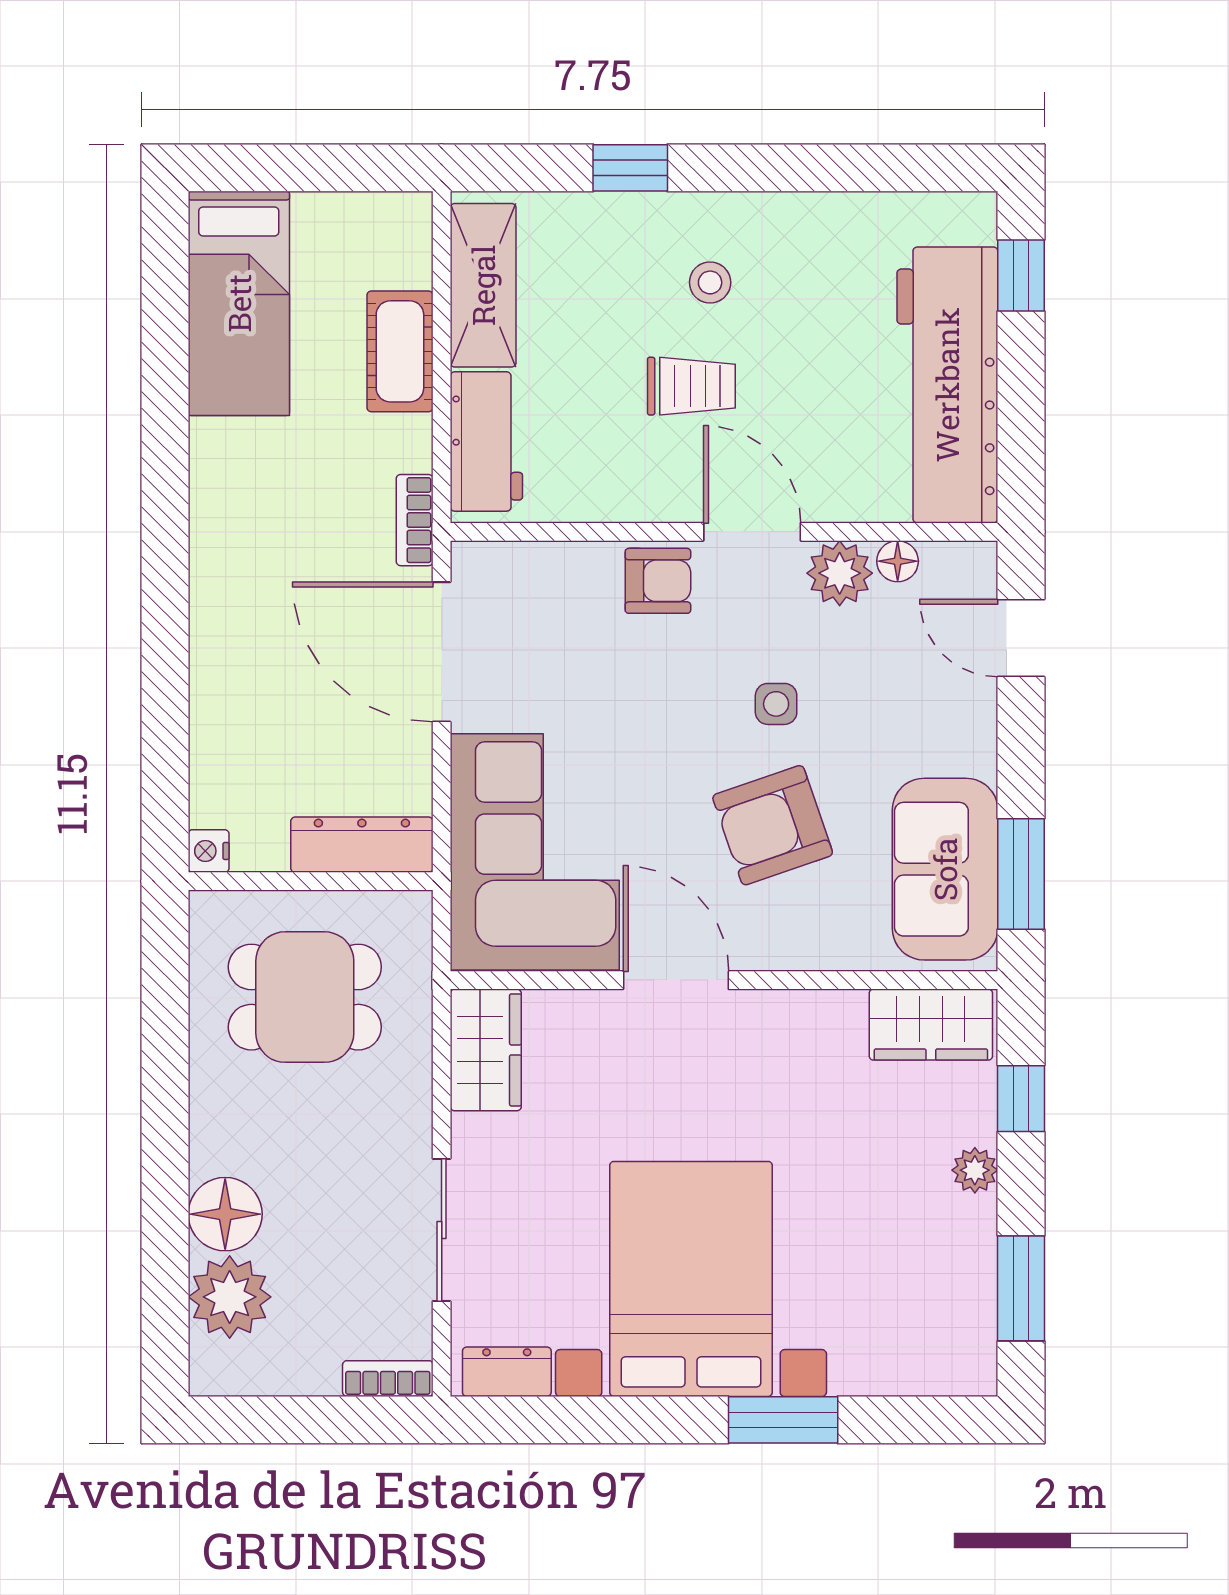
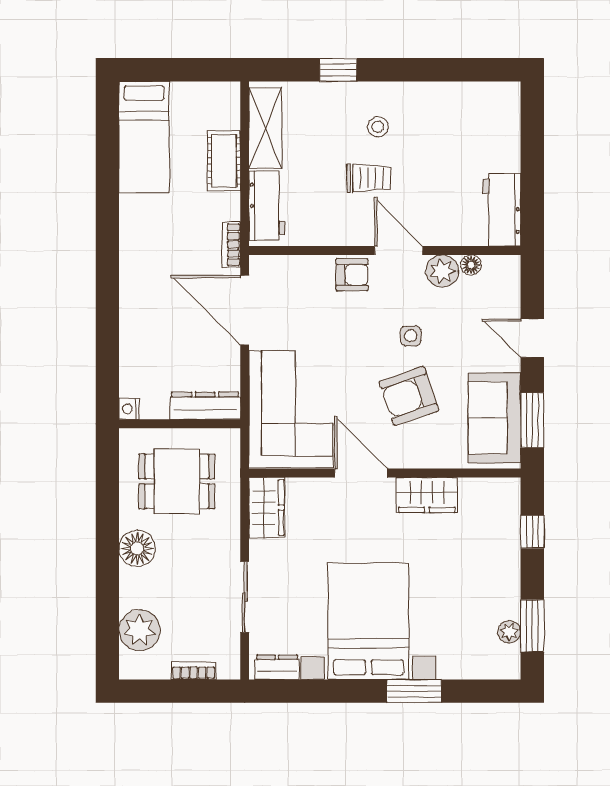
window: (1021, 276) -> (532, 123), removed
workbench: (947, 385) -> (502, 210), width x0.53, depth x0.76
door: (1021, 638) -> (532, 338), moved
wardrobe: (931, 1025) -> (427, 495), moved
plant: (975, 1170) -> (509, 632), moved
floor lamp: (225, 1214) -> (137, 548), moved
bookcase: (388, 1379) -> (194, 671), moved

